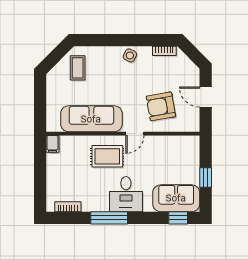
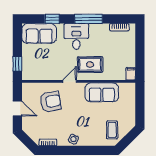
sofa: (91, 119) -> (102, 92), width x0.73
window: (206, 177) -> (17, 64), moved
window: (178, 218) -> (52, 19), moved

